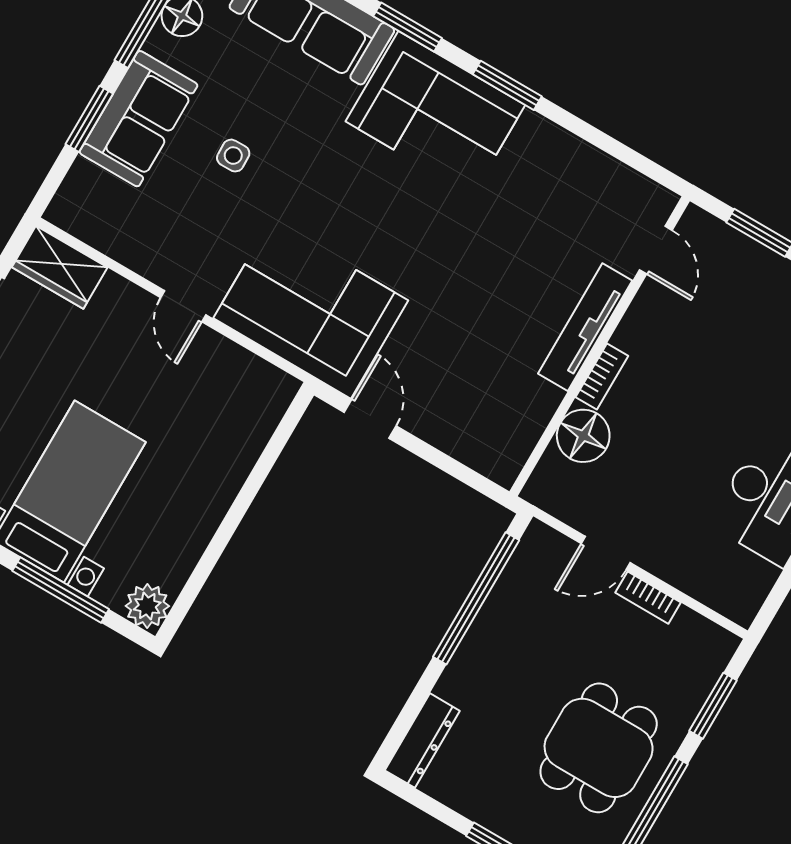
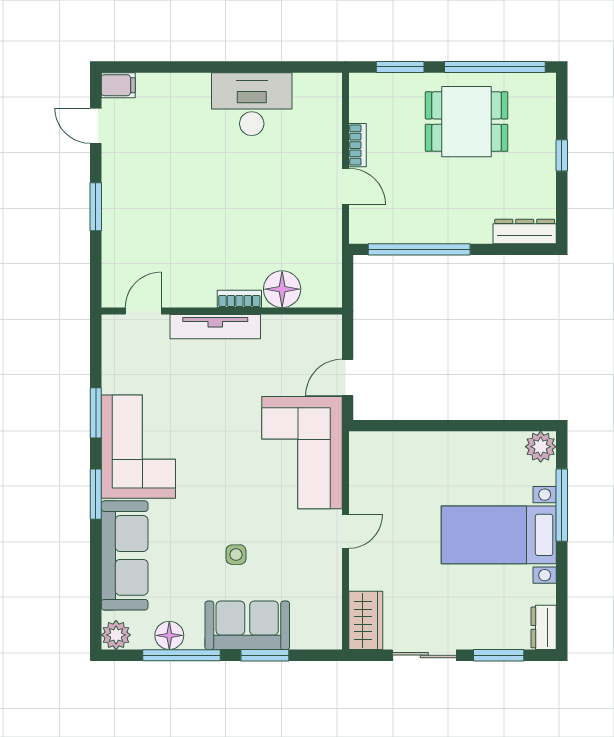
door: (656, 250) -> (143, 311), moved
tv unit: (585, 327) -> (215, 327), moved
wall: (600, 346) -> (222, 311), moved
bookcase: (602, 377) -> (239, 299), moved
floor lamp: (583, 436) -> (282, 289), moved

